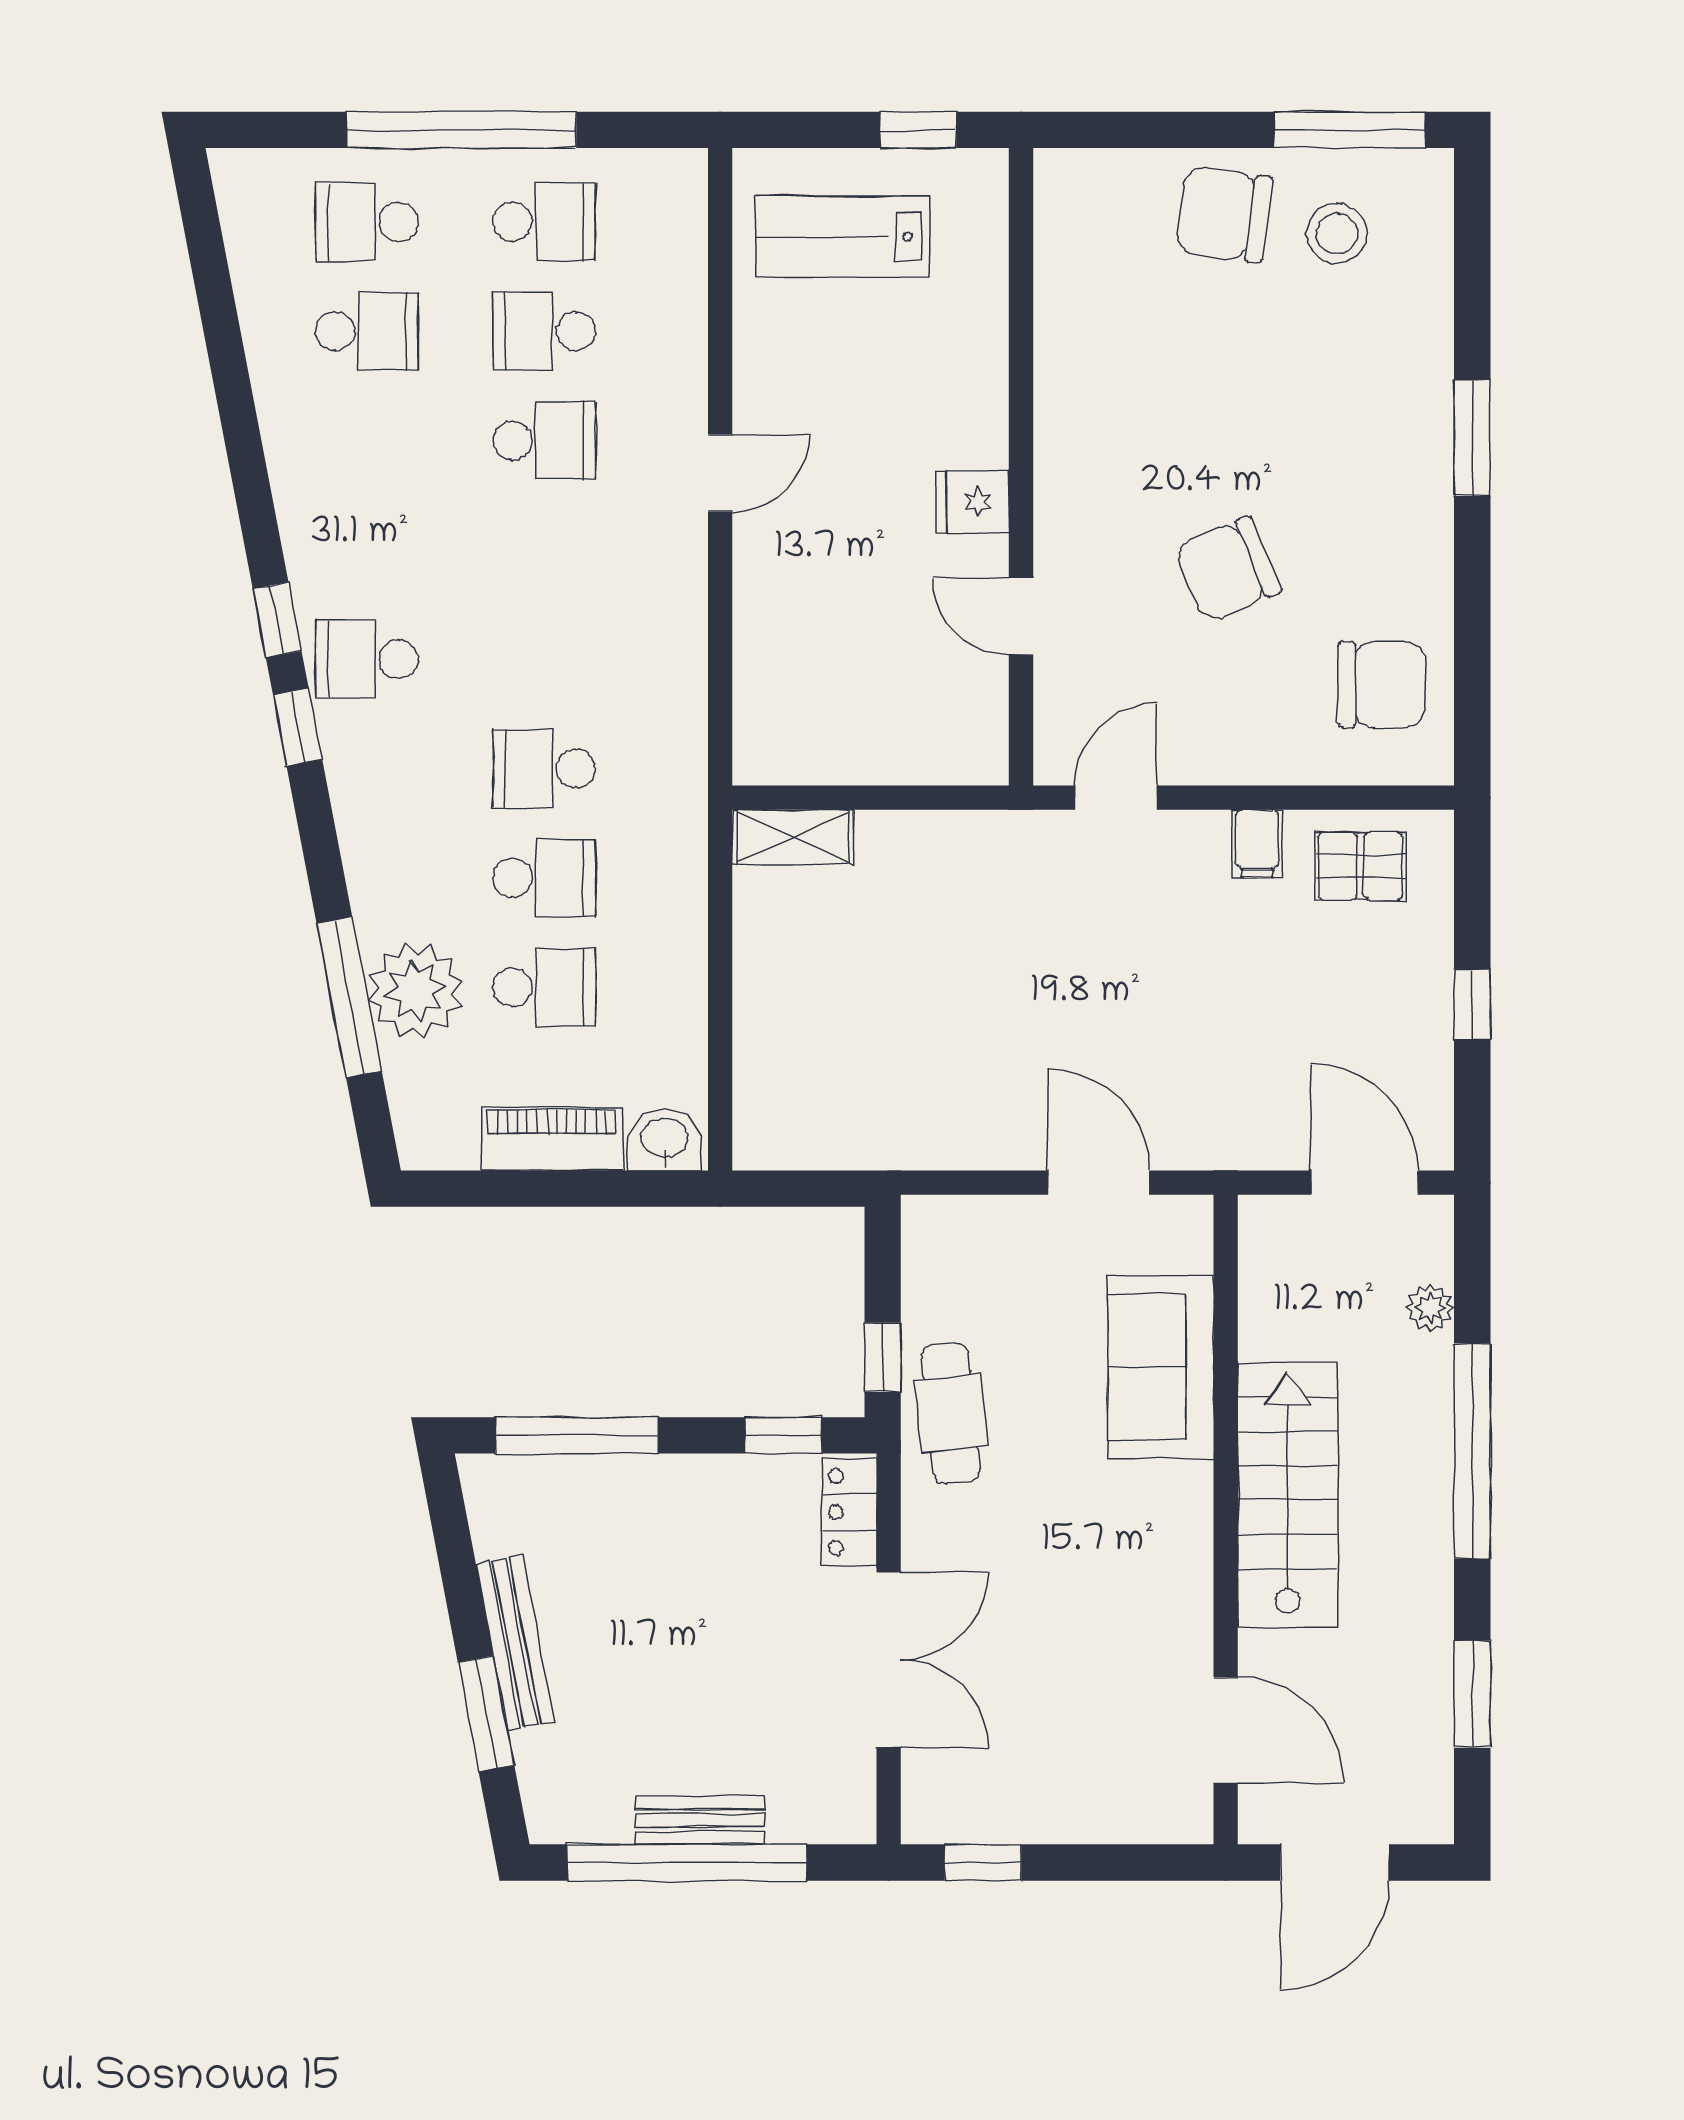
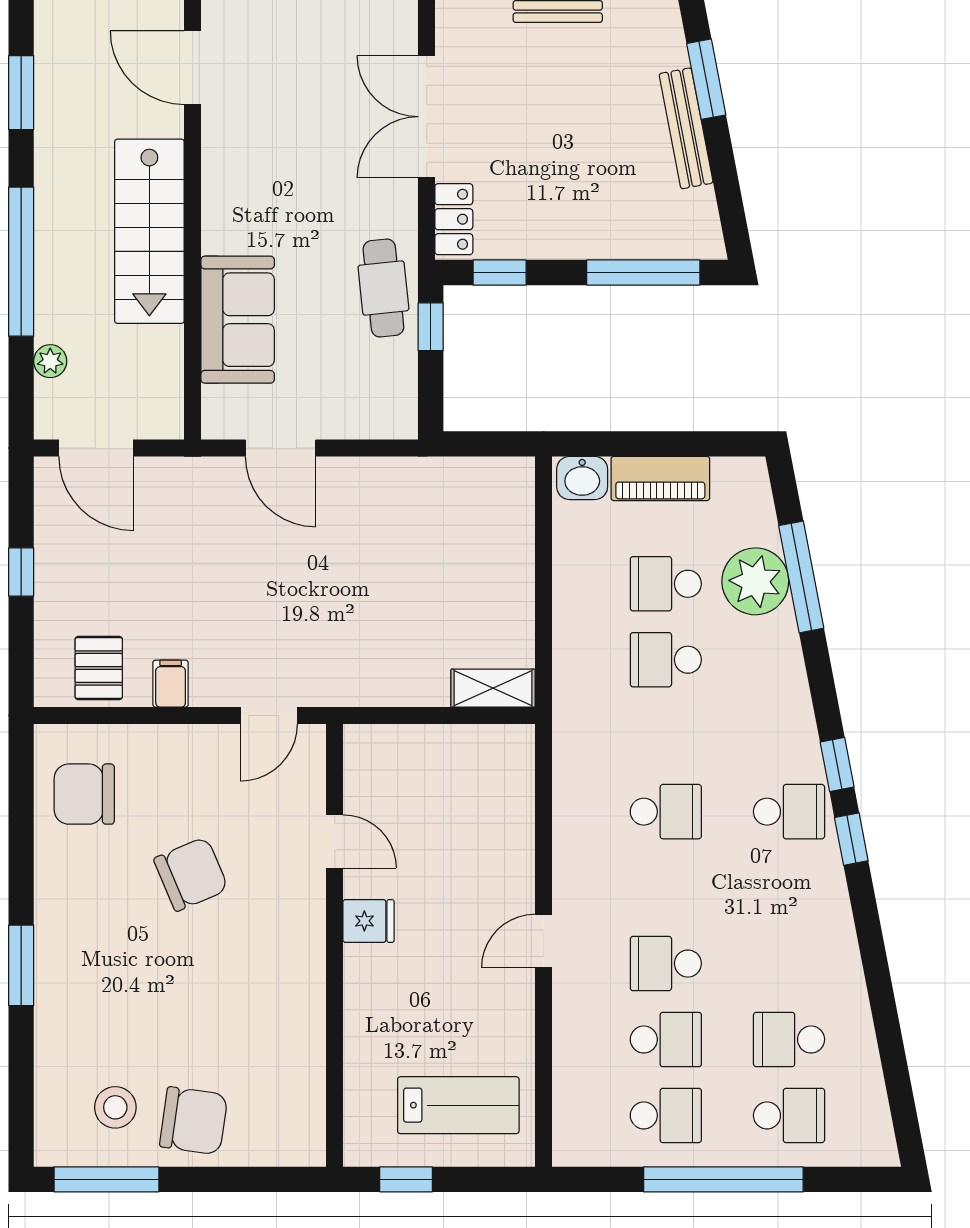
school desk: (544, 222) -> (666, 1115), turned 180
school desk: (544, 769) -> (666, 812), moved
pallet: (1360, 866) -> (99, 668), turned 90

